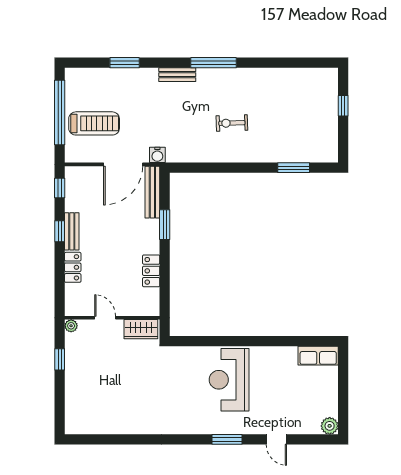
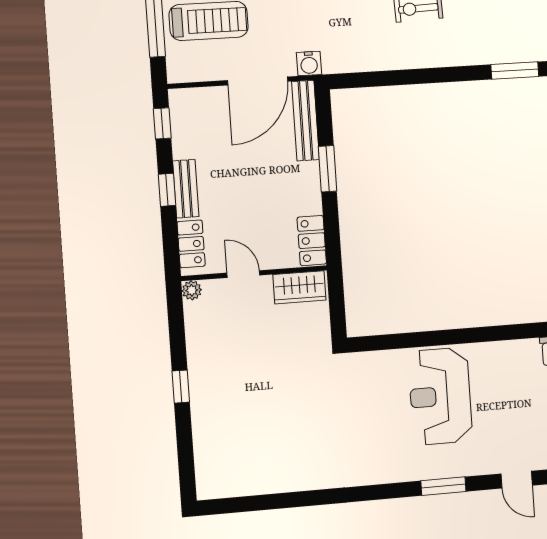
door: (105, 318) -> (243, 274), moved
wall: (112, 318) -> (254, 273), moved
plant: (71, 326) -> (192, 290), moved
wardrobe: (141, 329) -> (299, 287), moved

